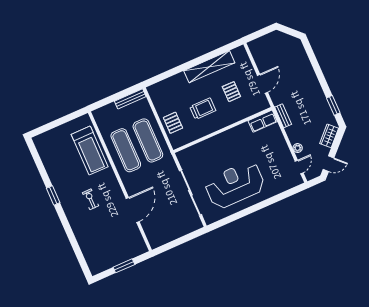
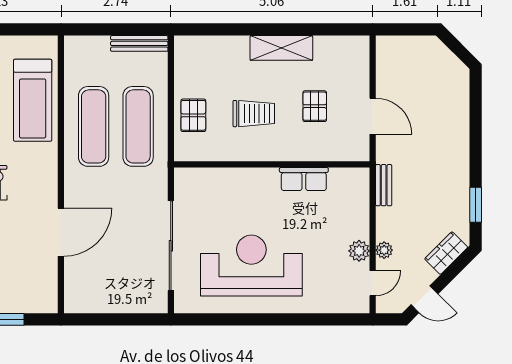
shelving: (209, 67) -> (281, 48), width x0.68
door: (262, 84) -> (373, 116), hinge flipped
row of seats: (263, 121) -> (304, 179), moved
plant: (285, 154) -> (359, 251), added

